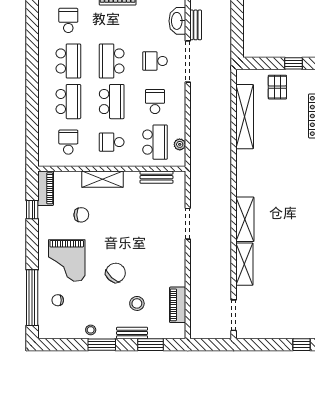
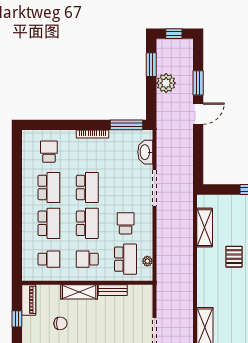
bench: (196, 25) -> (161, 156), removed
school desk: (112, 61) -> (87, 187), turned 180
school desk: (155, 61) -> (126, 187), removed
pallet: (277, 87) -> (234, 257), moved
shelving: (245, 117) -> (205, 228), width x0.68
school desk: (68, 142) -> (49, 259), turned 90
bench: (156, 177) -> (113, 290), moved

